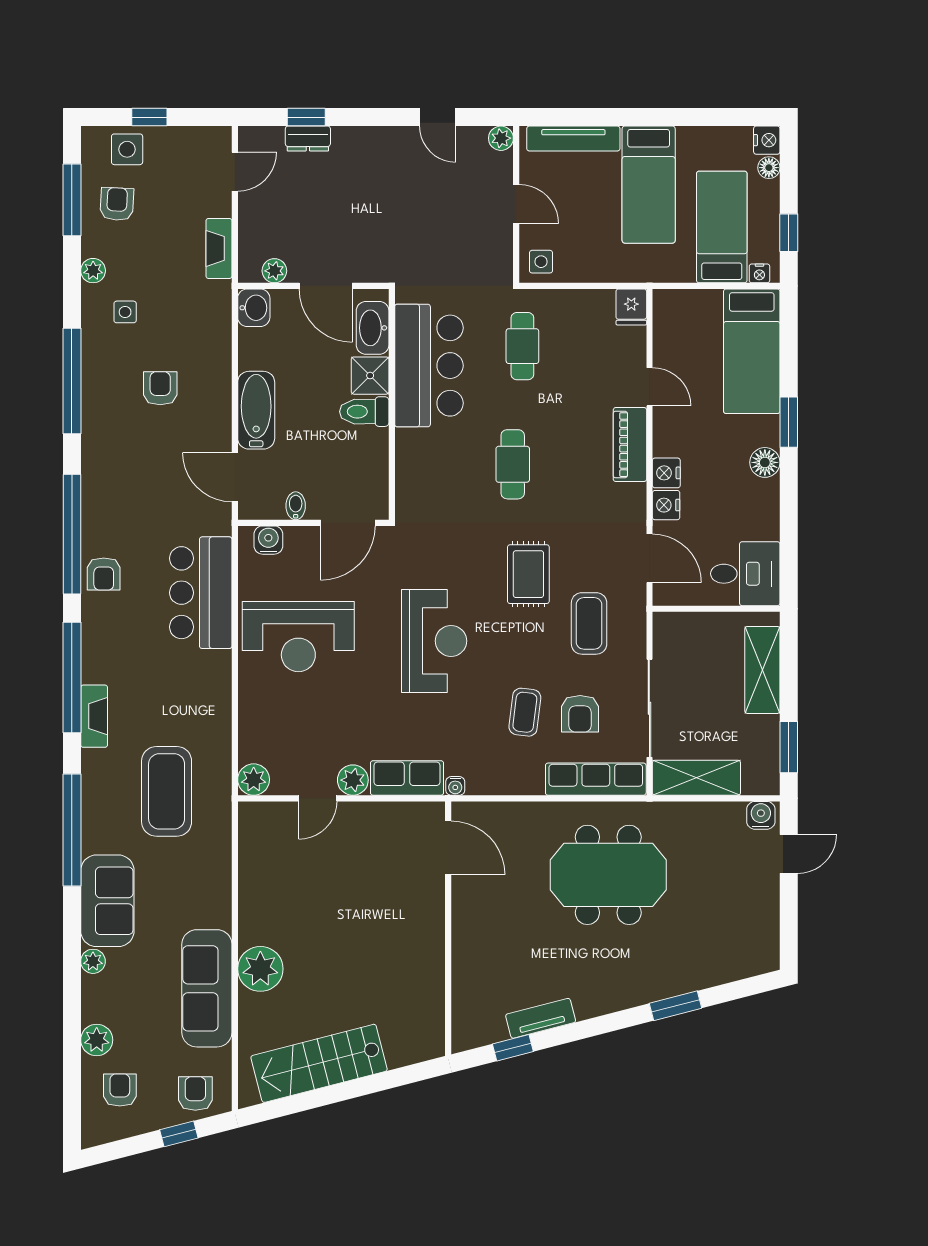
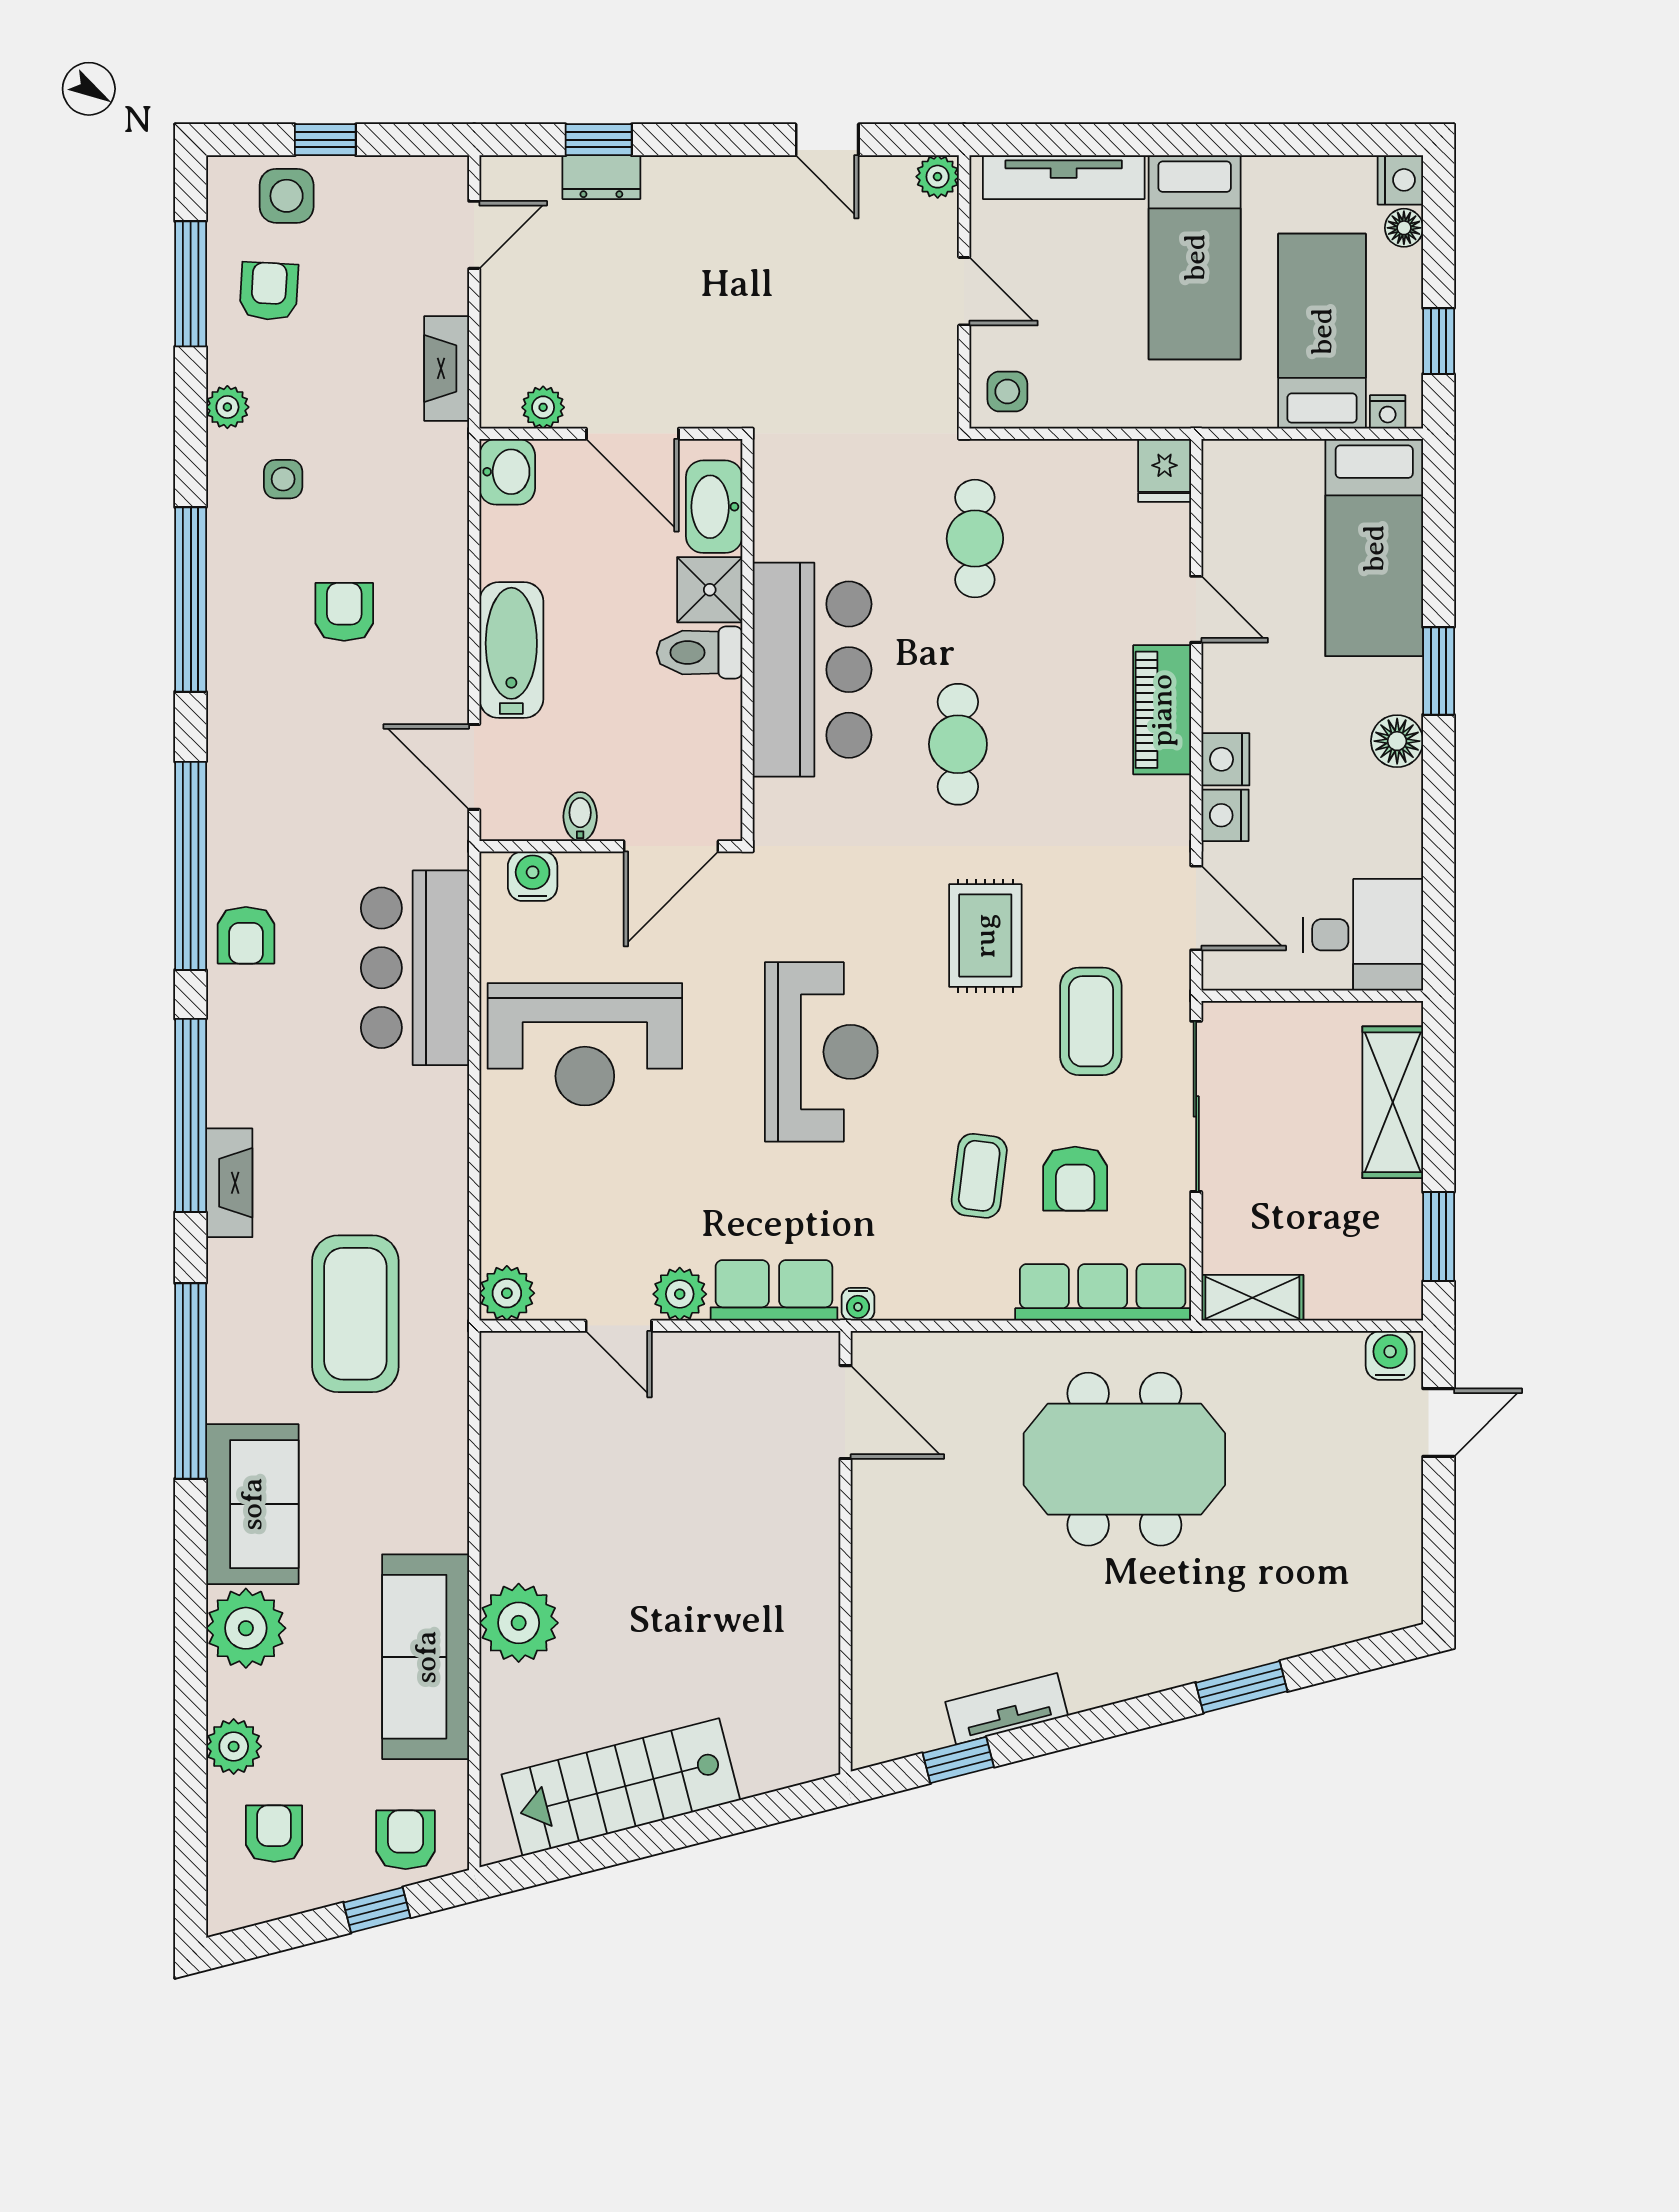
bar counter: (429, 366) -> (812, 670), moved
sliding door: (649, 708) -> (1196, 1106), moved
shelving: (696, 778) -> (1252, 1298), width x0.67, depth x0.75
door: (318, 798) -> (619, 1326), hinge flipped
plant: (93, 961) -> (246, 1628), width x1.88, depth x1.88

